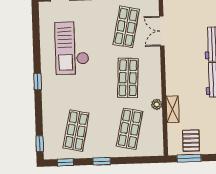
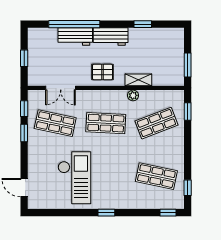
checkout: (72, 48) -> (74, 178), turned -90
shop shelf: (130, 129) -> (156, 123), turned -33
pallet: (191, 141) -> (102, 72), moved
window: (102, 161) -> (188, 111), moved

